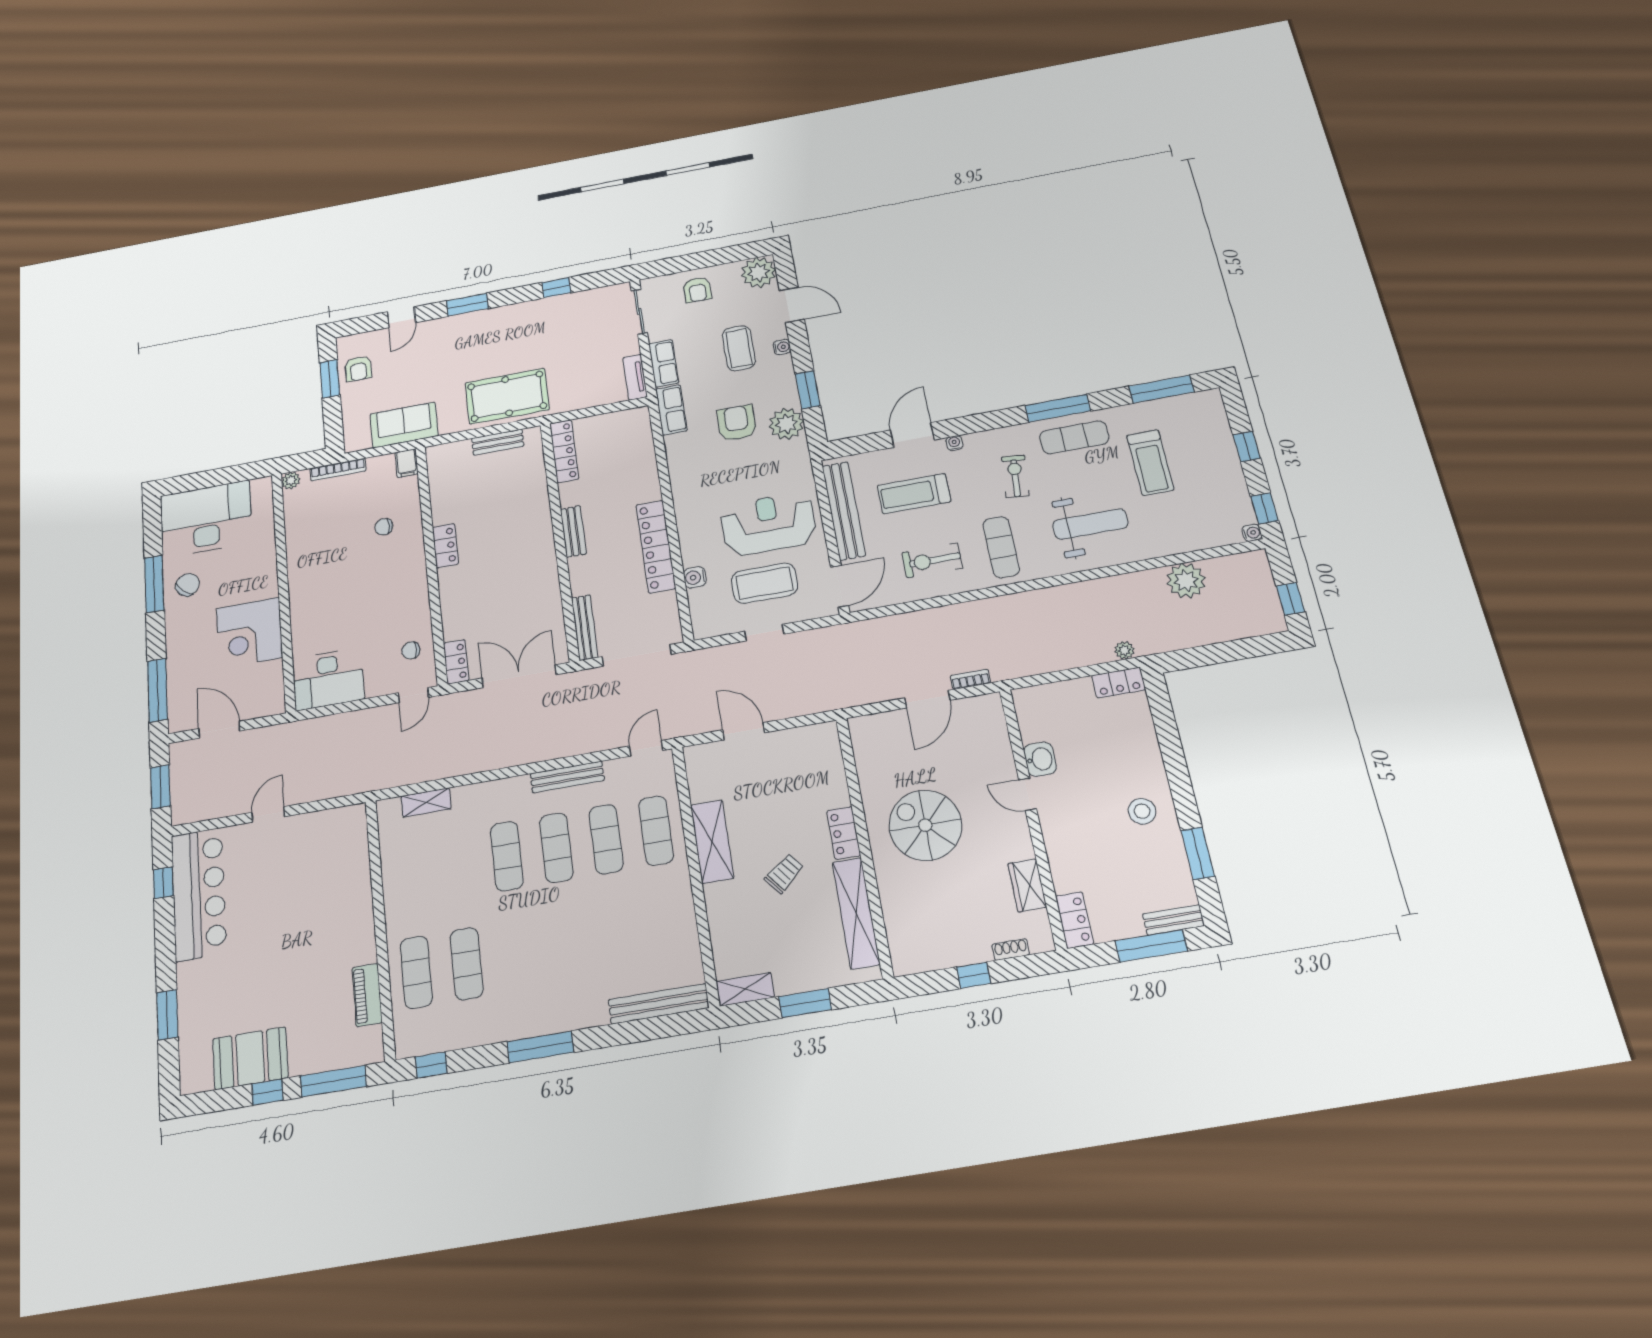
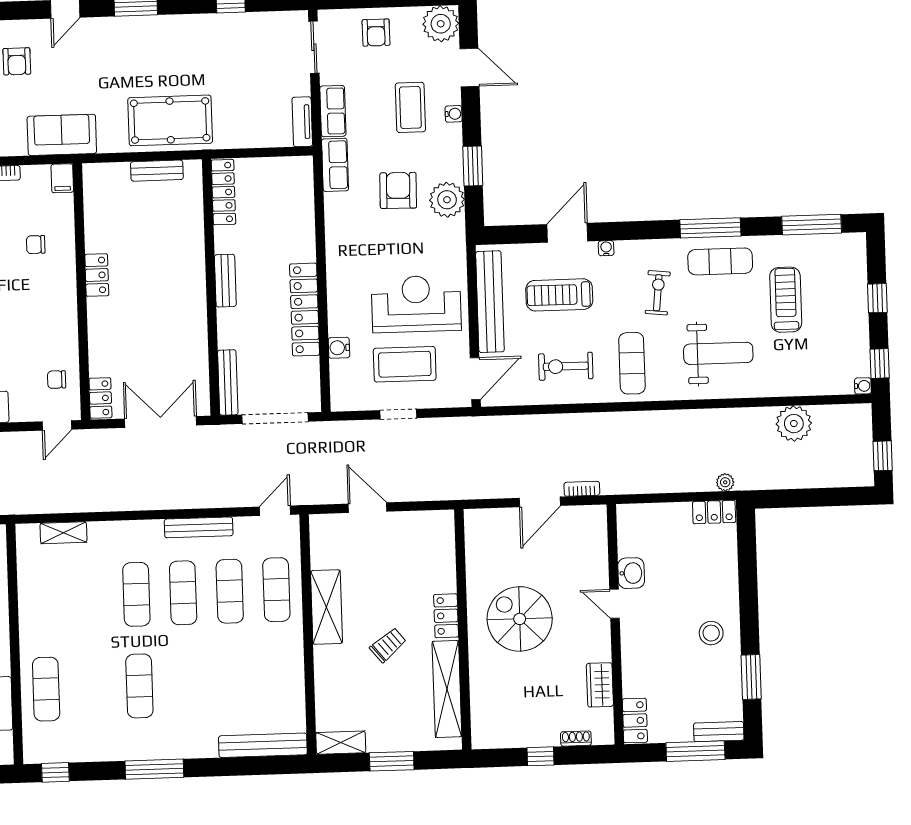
treadmill: (1150, 463) -> (786, 300), turned 180
exercise mat: (467, 964) -> (139, 686), moved

